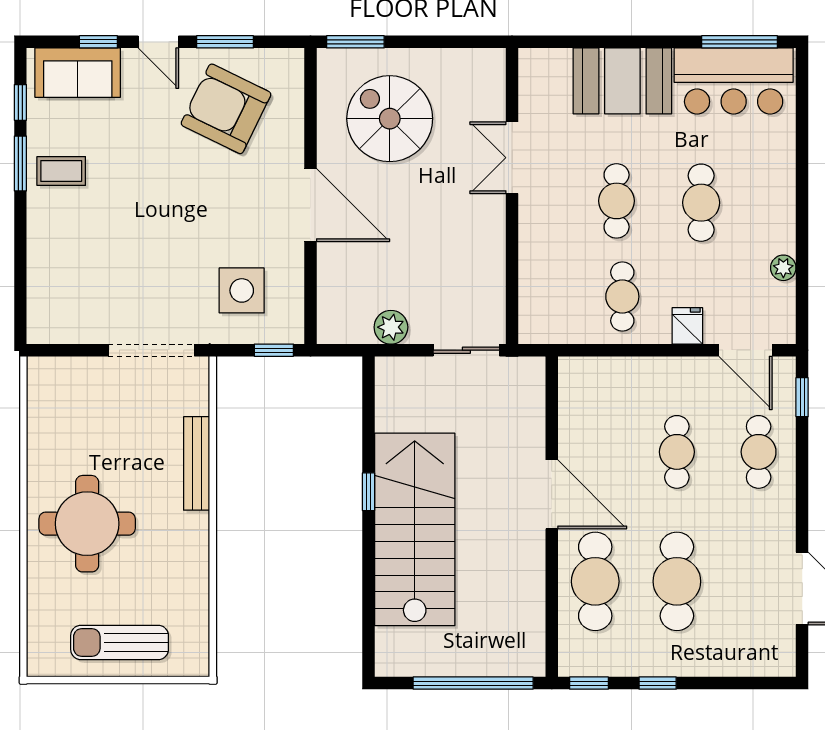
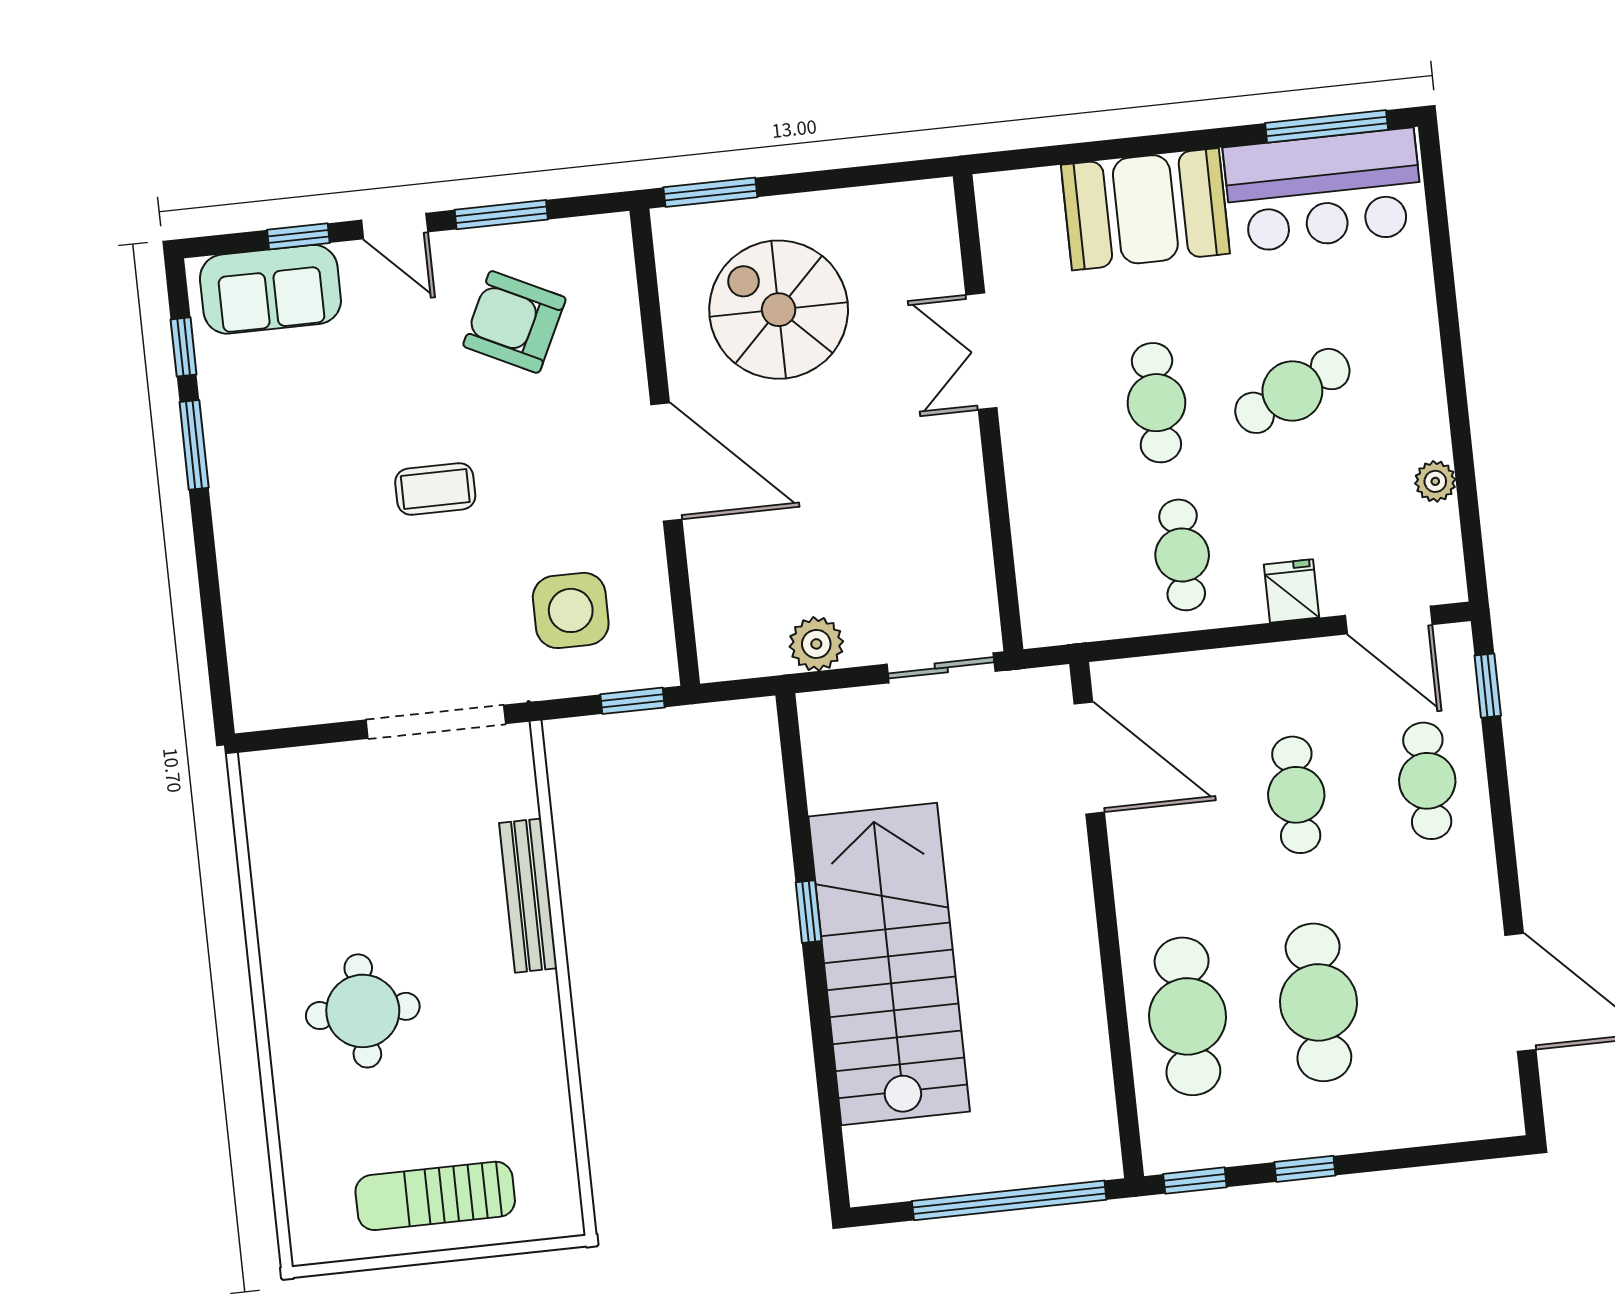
armchair: (226, 109) -> (514, 322), width x0.73, depth x0.73
coffee table: (61, 171) -> (435, 489), moved
cafe table: (701, 203) -> (1292, 391), turned 66
door: (552, 494) -> (1089, 758), moved
round table: (87, 524) -> (363, 1011), width x0.73, depth x0.73

